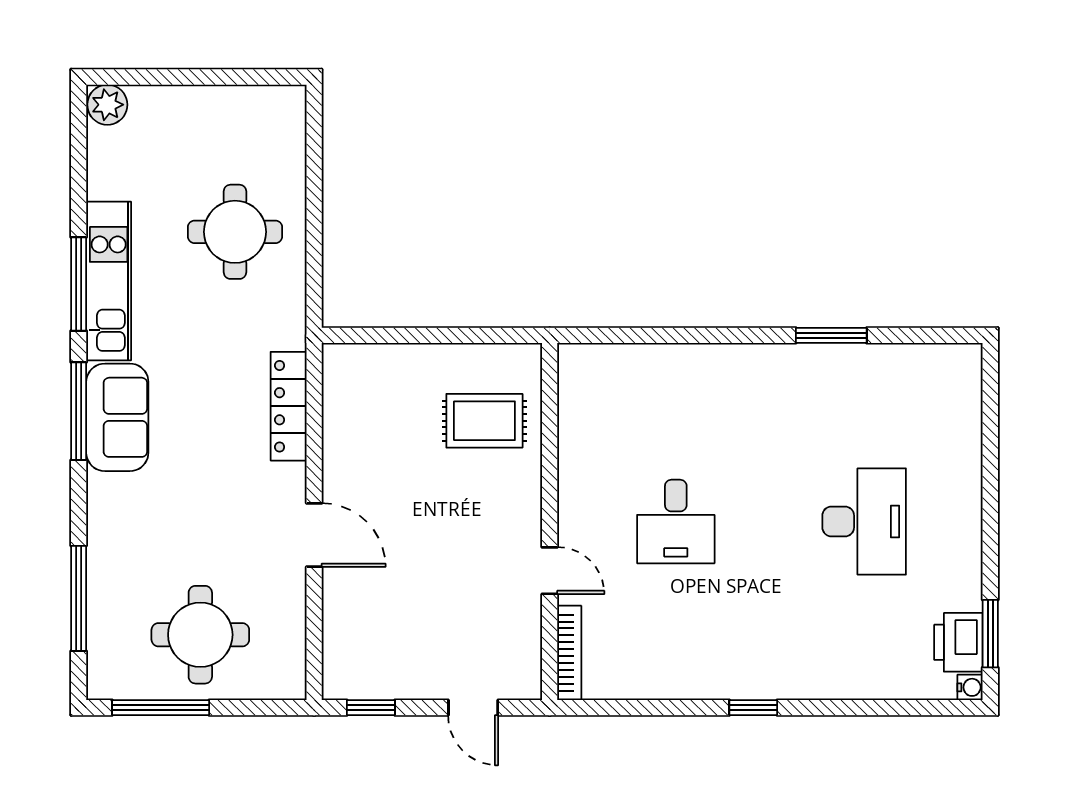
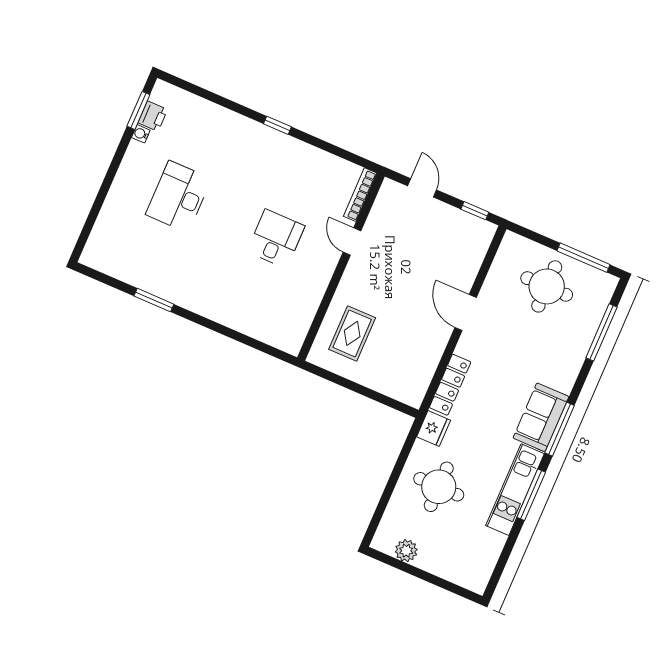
plant: (107, 105) -> (406, 551), moved
fridge: (285, 323) -> (434, 428), added
rug: (484, 421) -> (352, 333), turned 90
printer: (958, 642) -> (153, 116), width x0.73, depth x0.81
water cooler: (970, 687) -> (141, 134), moved

